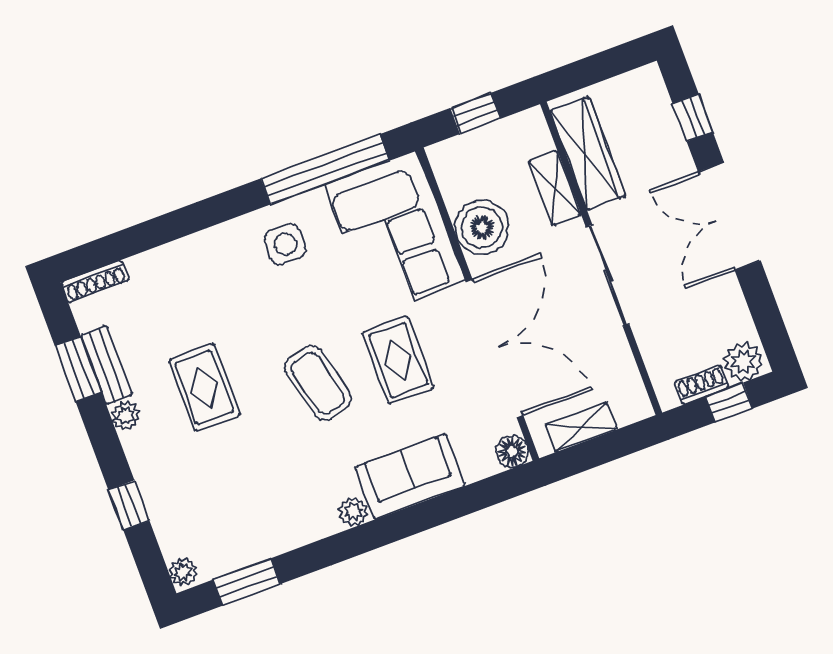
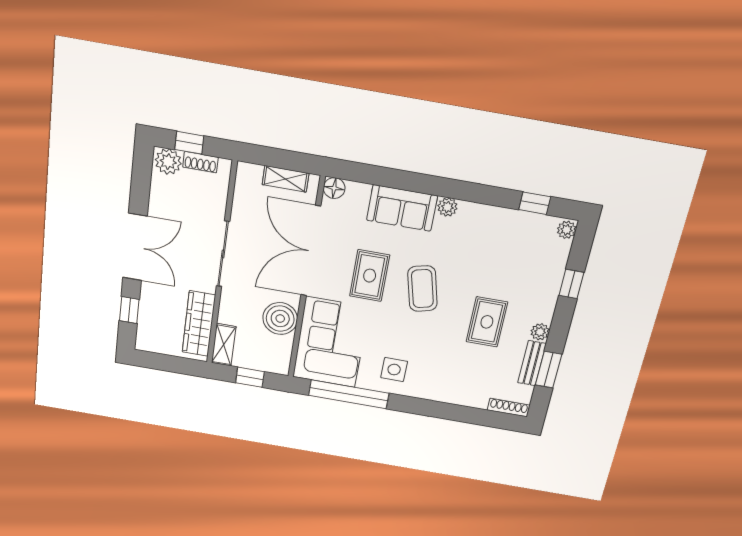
shelving: (555, 188) -> (224, 345), moved
window: (247, 582) -> (535, 203), width x0.67

